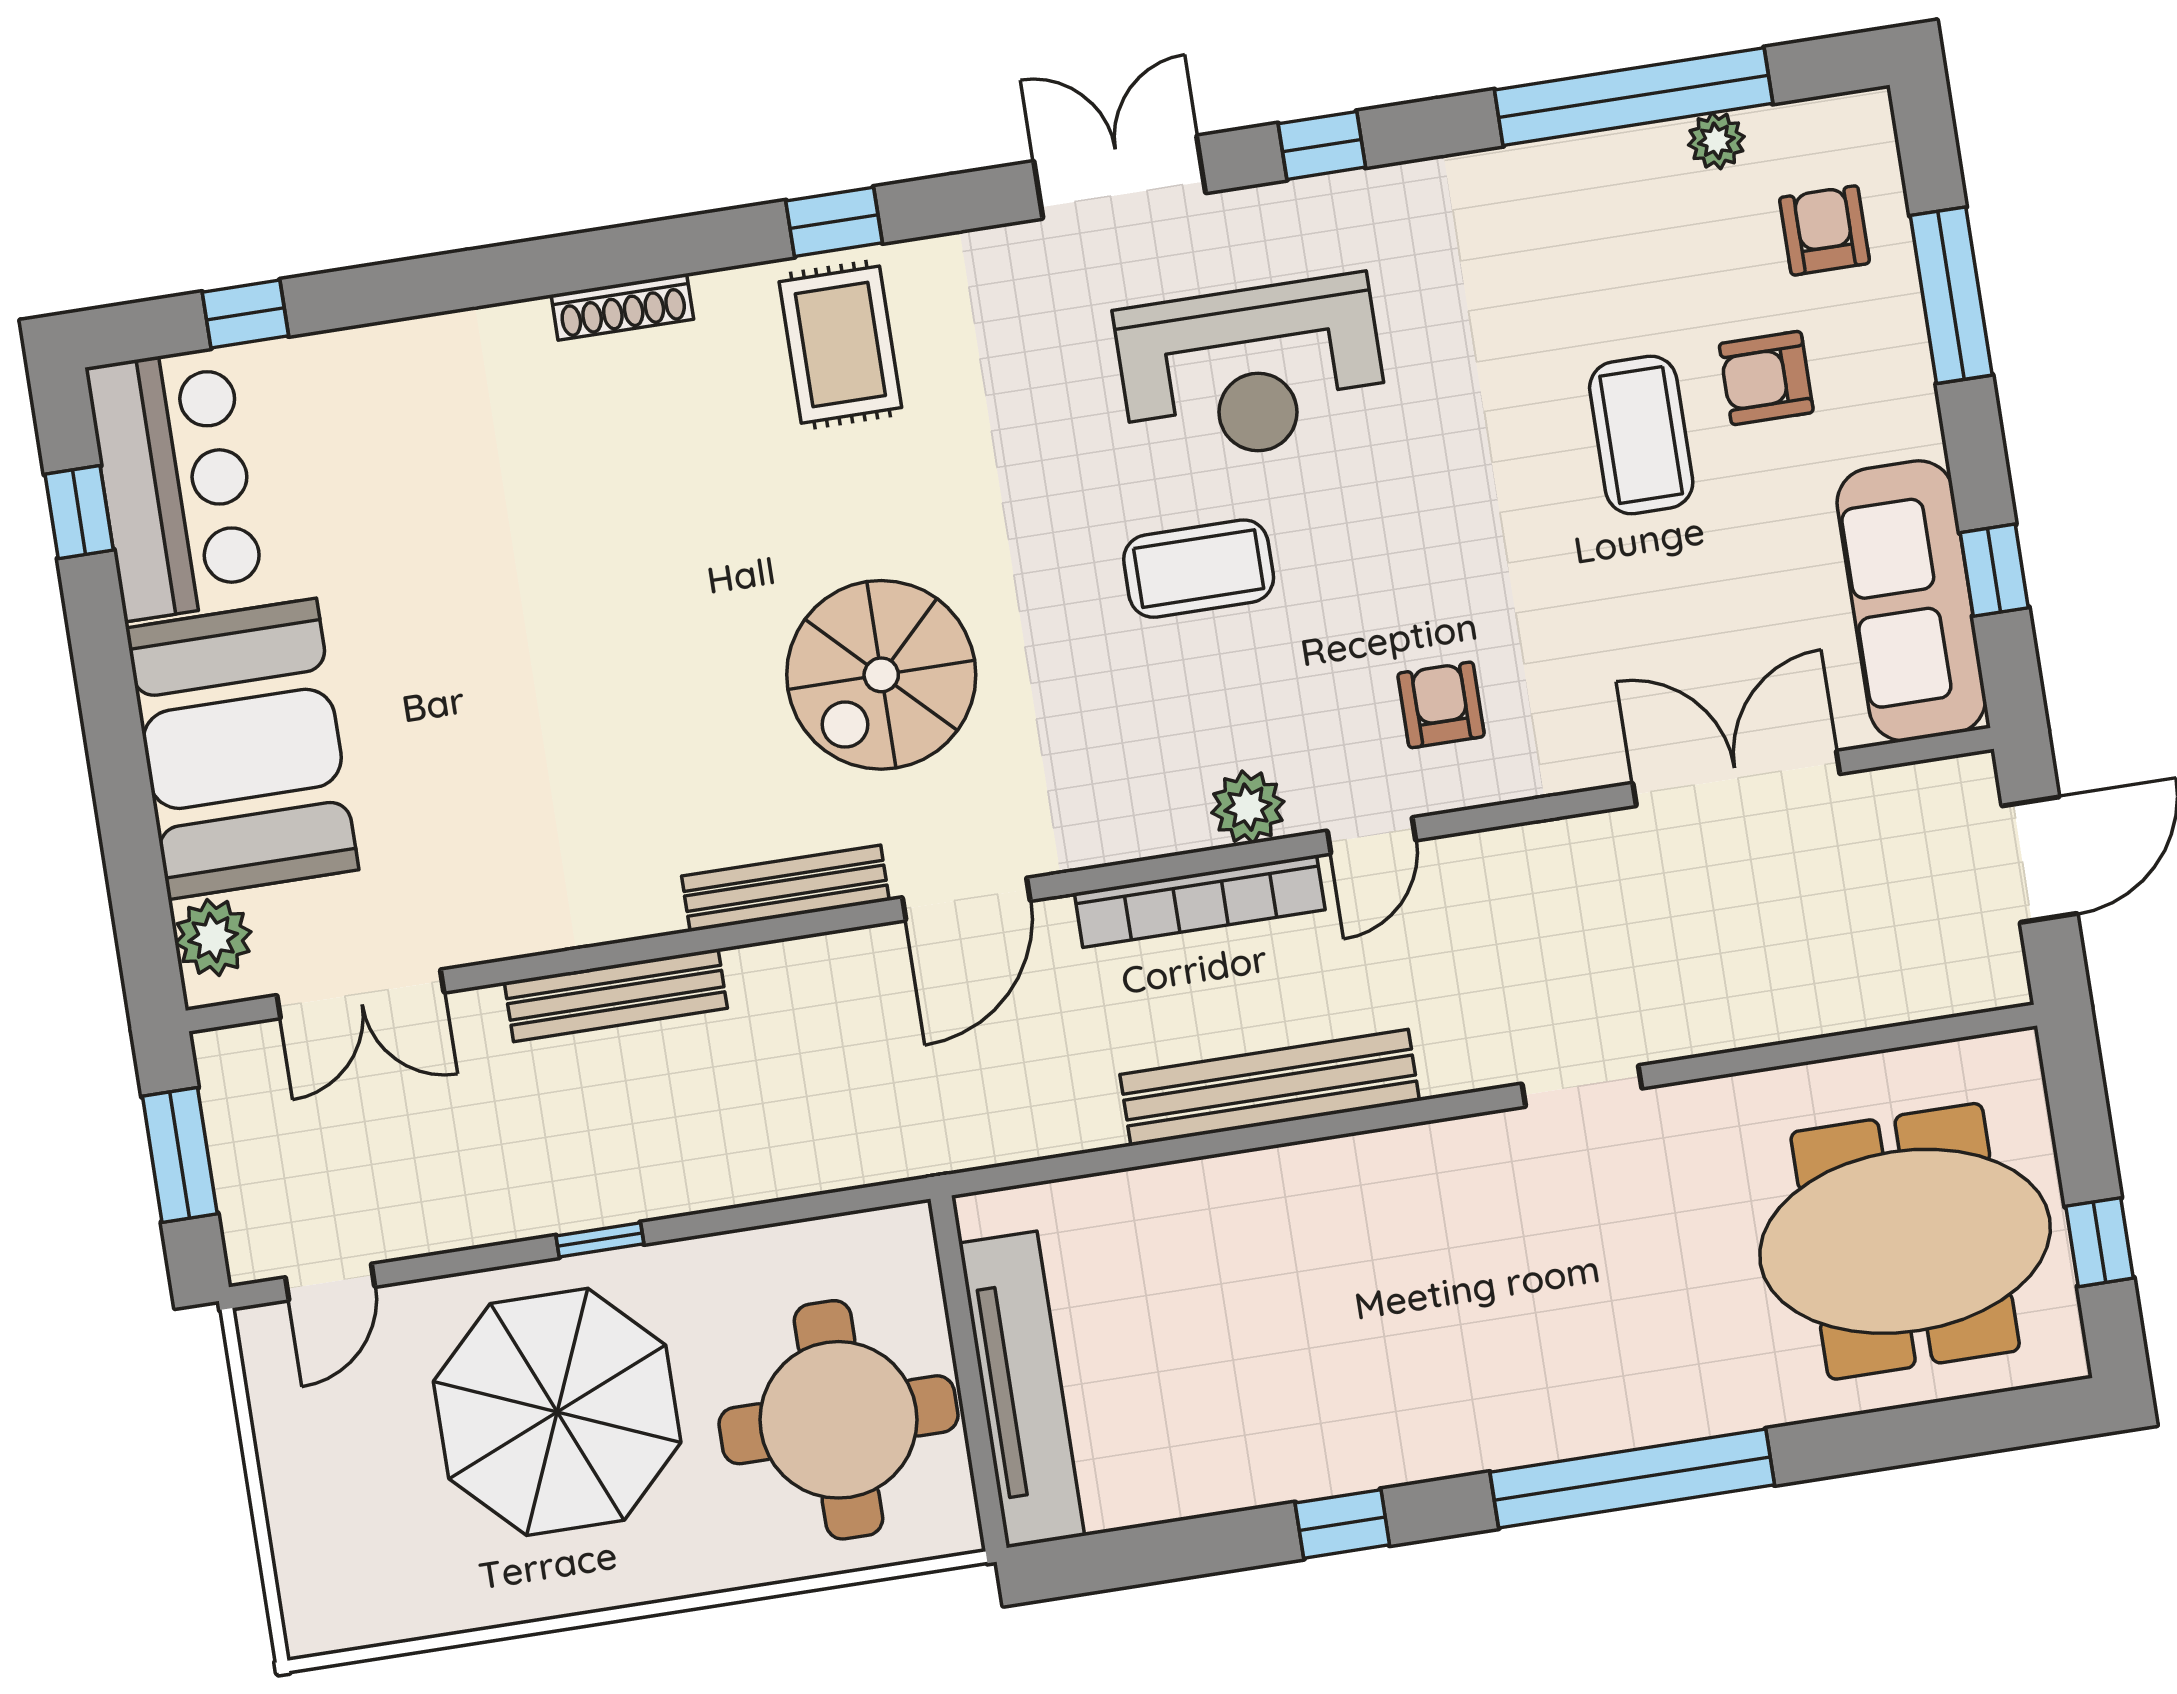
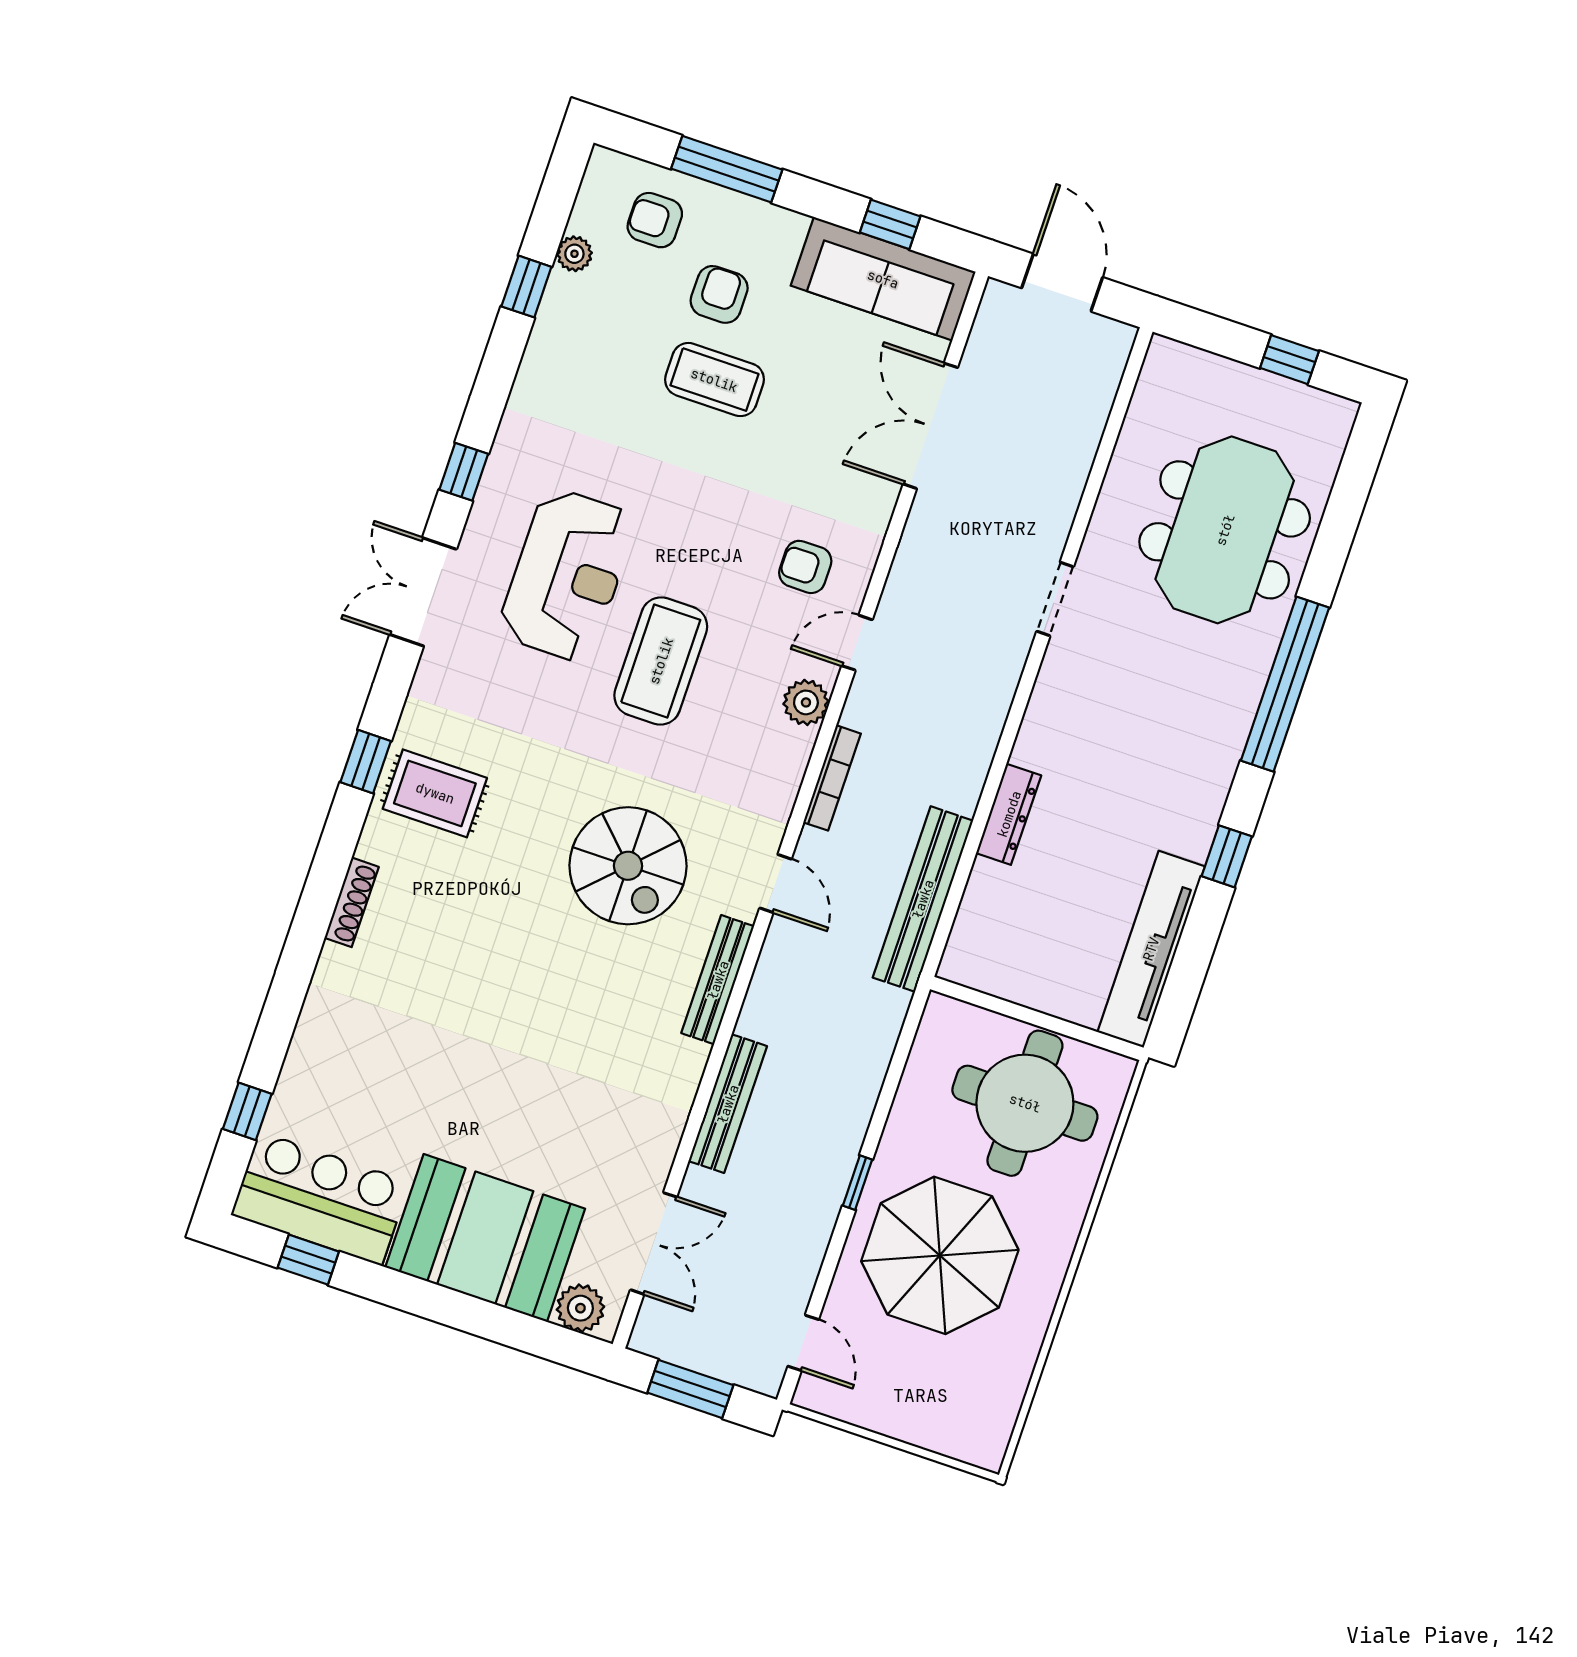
window: (1634, 97) -> (526, 287), width x0.32
armchair: (1766, 378) -> (719, 294), turned 180
coffee table: (1199, 569) -> (661, 661), width x1.36, depth x1.32
door: (1371, 836) -> (857, 643), swing flipped
door: (966, 899) -> (776, 884), width x0.73
bookcase: (1200, 901) -> (832, 778), width x0.68, depth x0.76
bench: (1270, 1088) -> (923, 899), moved
dresser: (1239, 1181) -> (1009, 814), added
meeting table: (1905, 1241) -> (1225, 530), moved
tv unit: (1022, 1389) -> (1151, 949), moved, turned -90

